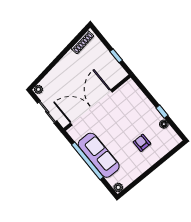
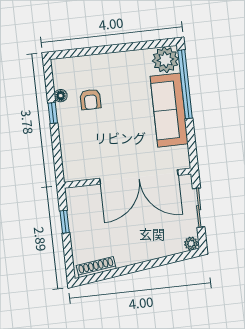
armchair: (142, 143) -> (90, 99), moved
window: (87, 161) -> (185, 84), moved
plant: (118, 187) -> (165, 60), width x1.87, depth x1.87

